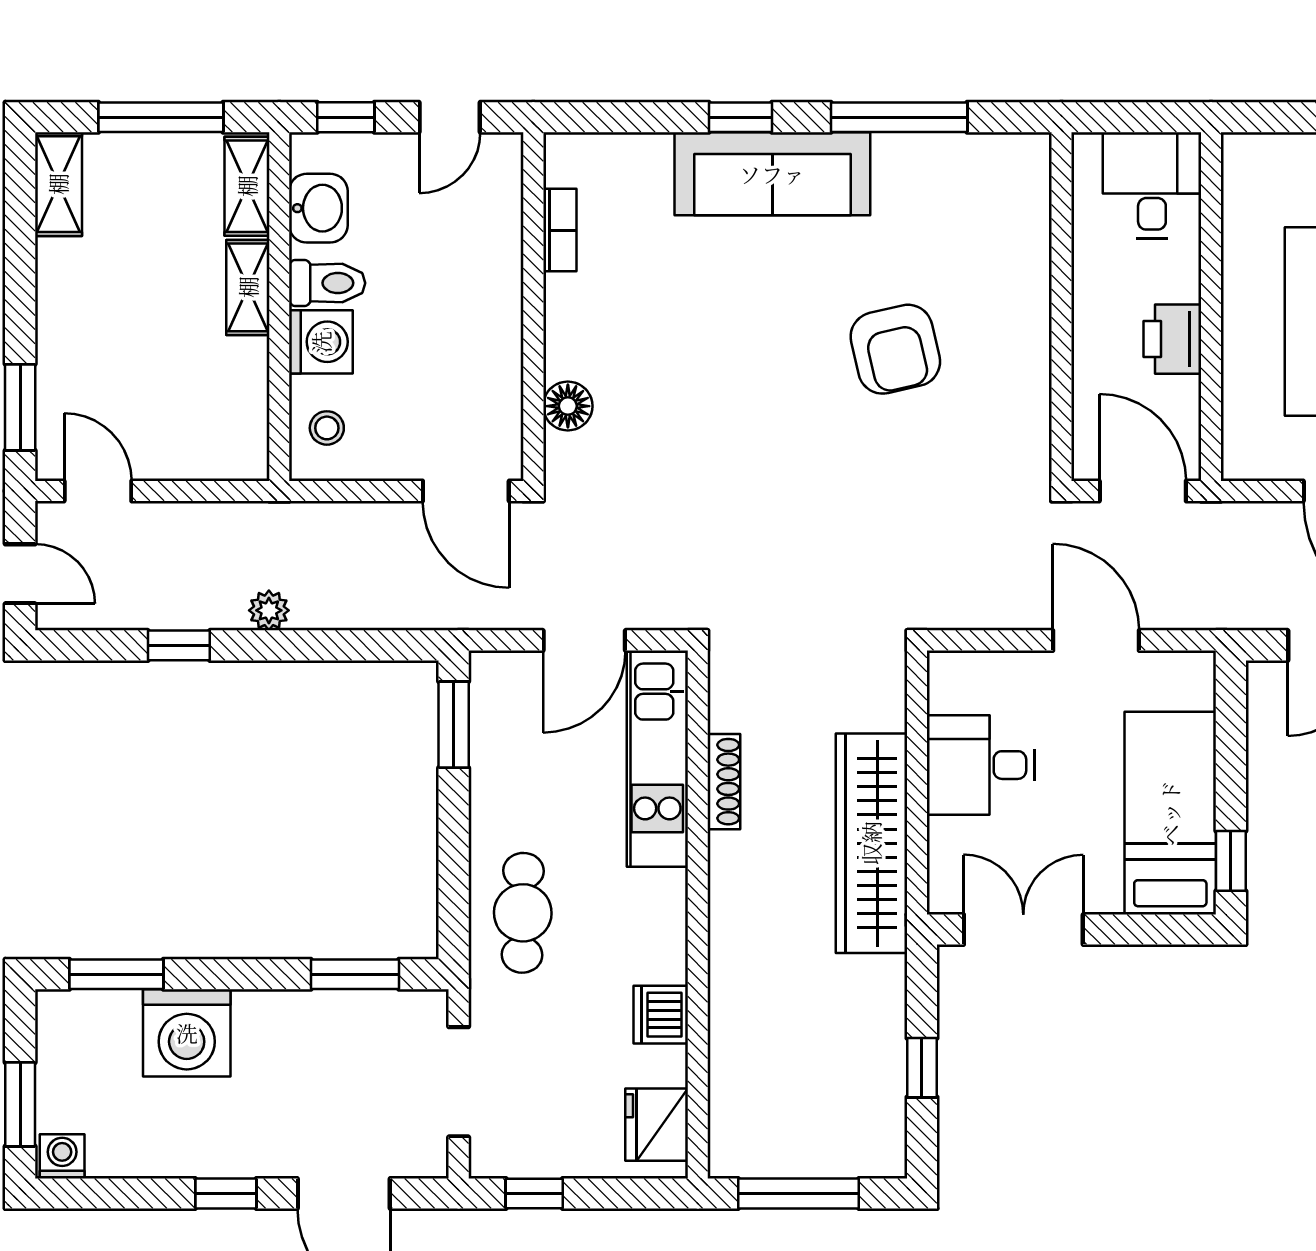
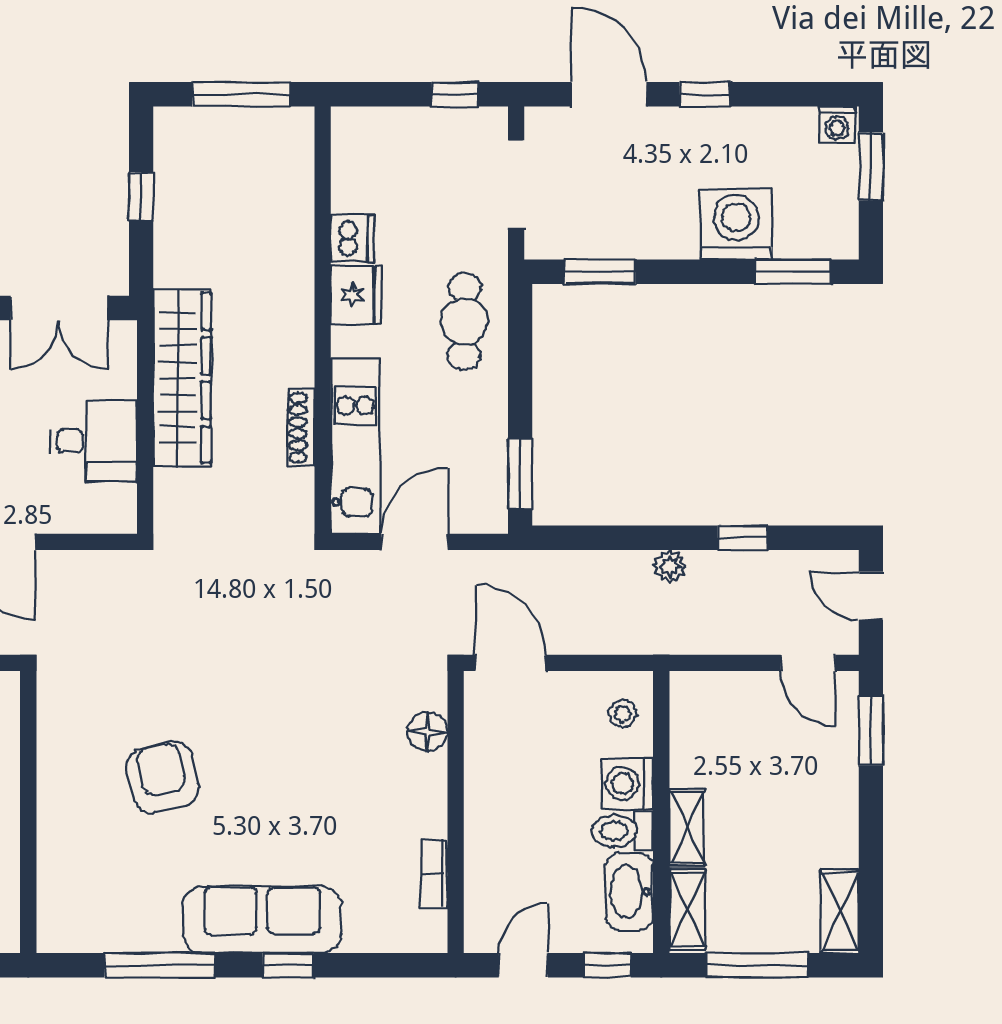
washbasin: (318, 208) -> (630, 892), width x1.38
fridge: (657, 1125) -> (356, 295), moved

